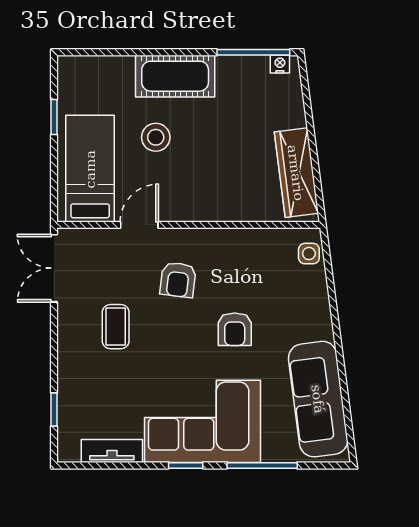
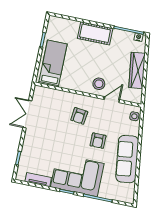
stool: (156, 137) -> (99, 84), moved
wardrobe: (296, 173) -> (137, 70), moved
door: (139, 225) -> (112, 100), moved
double door: (54, 268) -> (27, 114), moved
coffee table: (116, 327) -> (50, 130), removed
sofa: (318, 399) -> (127, 159), moved

